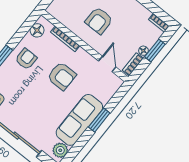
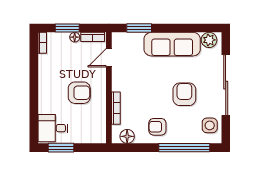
armchair: (62, 76) -> (184, 94), moved
window: (99, 120) -> (139, 28), moved

